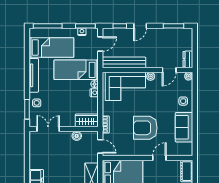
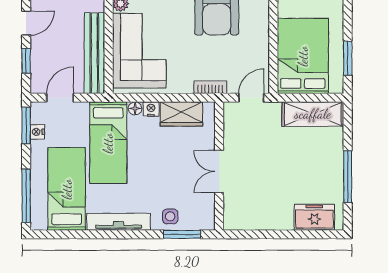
door: (140, 26) -> (26, 23), hinge flipped
door: (100, 44) -> (60, 98), hinge flipped
wardrobe: (87, 120) -> (181, 114), moved, turned -90
double door: (48, 129) -> (219, 172), moved
boiler: (77, 136) -> (232, 142), removed

